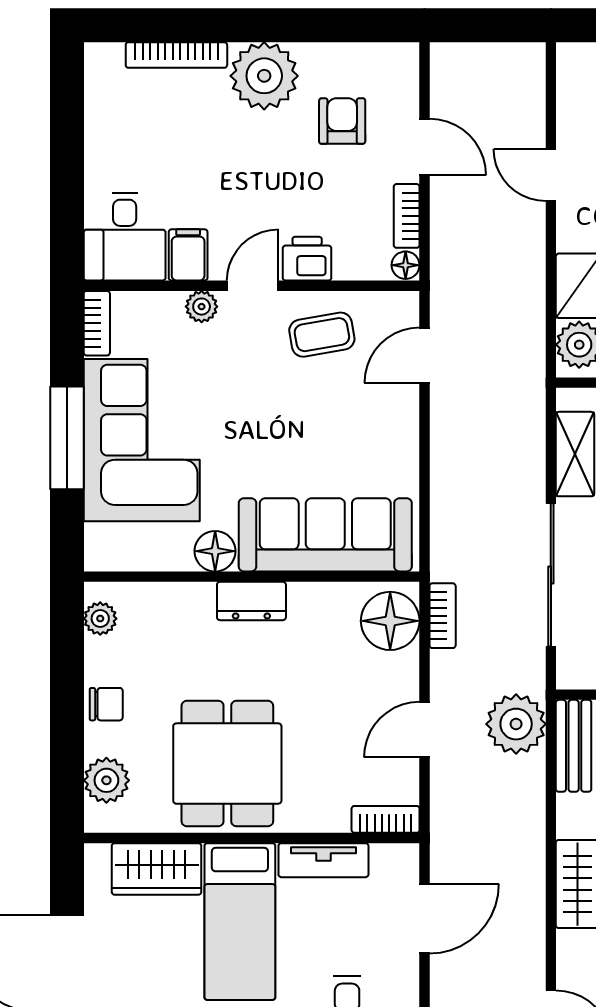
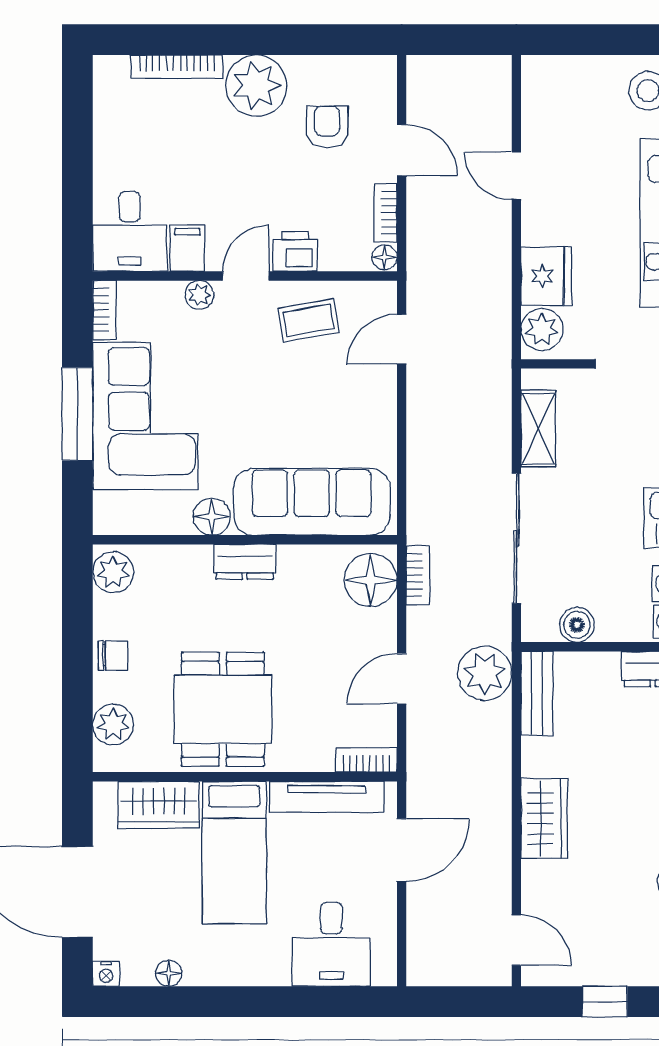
plant: (100, 619) -> (113, 572), width x1.38, depth x1.38
tv unit: (323, 860) -> (327, 797), width x1.41

